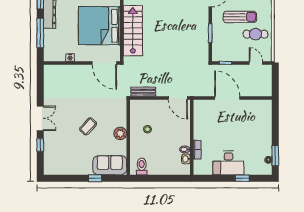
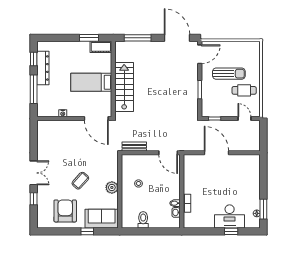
bed: (99, 26) -> (91, 82), width x0.49
armchair: (73, 157) -> (65, 211), added
desk: (228, 163) -> (230, 216), moved
toilet: (142, 166) -> (143, 220), moved

